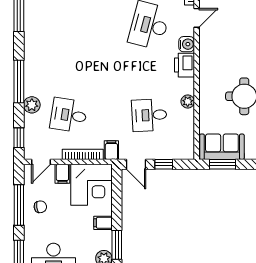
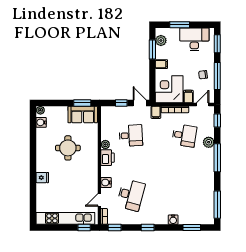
printer: (184, 65) -> (108, 158), moved

